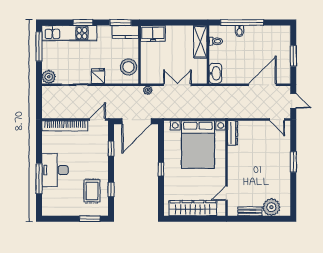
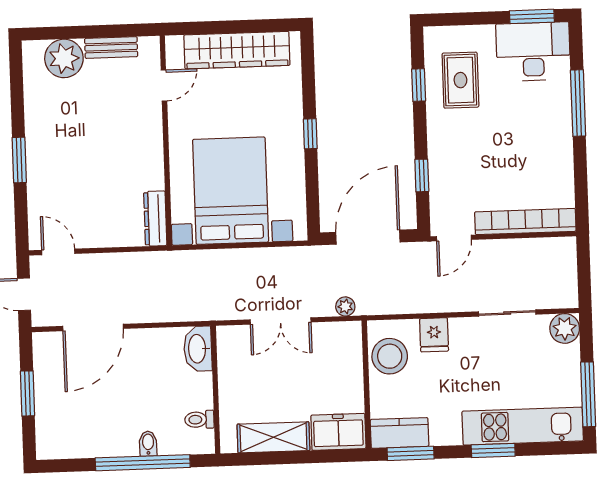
shelving: (200, 42) -> (273, 437), moved, turned 90
fridge: (98, 76) -> (434, 335), moved
desk: (55, 170) -> (533, 52), moved, turned -90
window: (90, 219) -> (532, 16), moved

